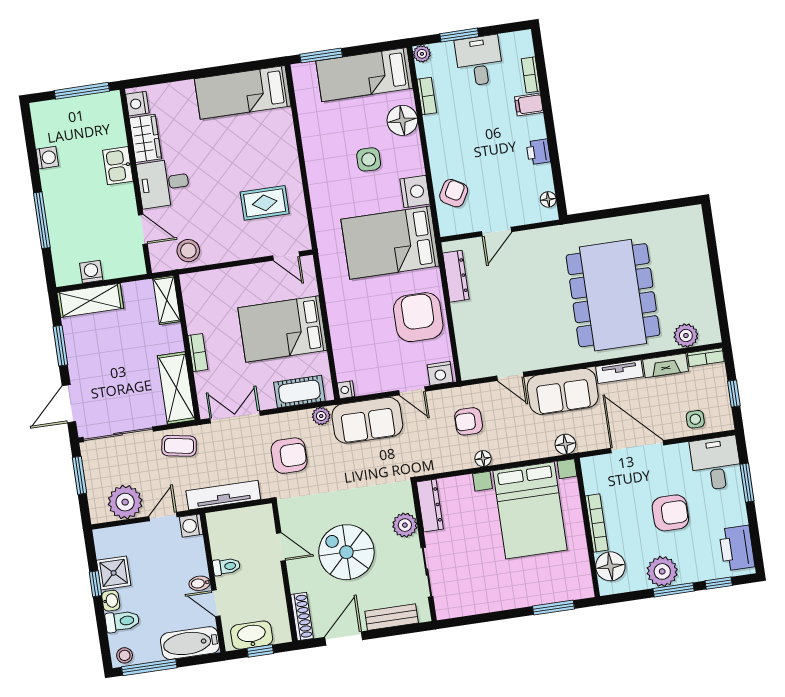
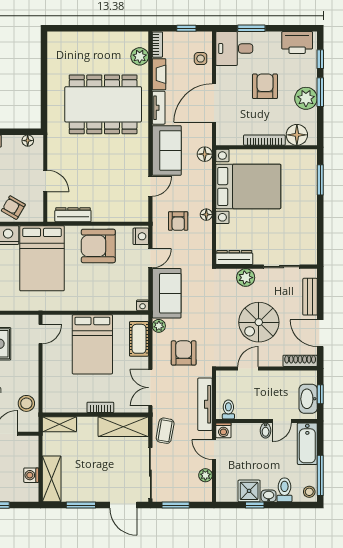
plant: (125, 502) -> (205, 475), width x0.53, depth x0.53
toilet: (226, 566) -> (228, 409), moved

